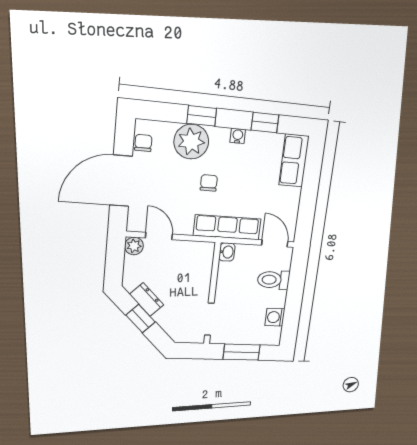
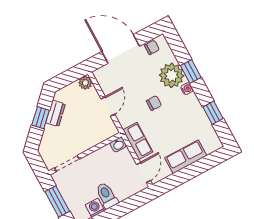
water cooler: (238, 136) -> (187, 89), moved
row of seats: (294, 161) -> (186, 157), moved
row of seats: (227, 227) -> (138, 141), width x0.68
door: (159, 236) -> (108, 106), moved
toilet: (273, 280) -> (107, 196), moved

